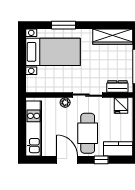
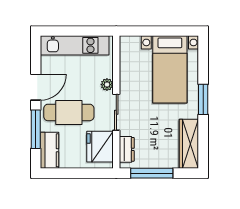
window: (64, 25) -> (203, 99), moved
fridge: (121, 105) -> (100, 147), width x1.88, depth x1.34
window: (101, 160) -> (36, 129), width x2.17

